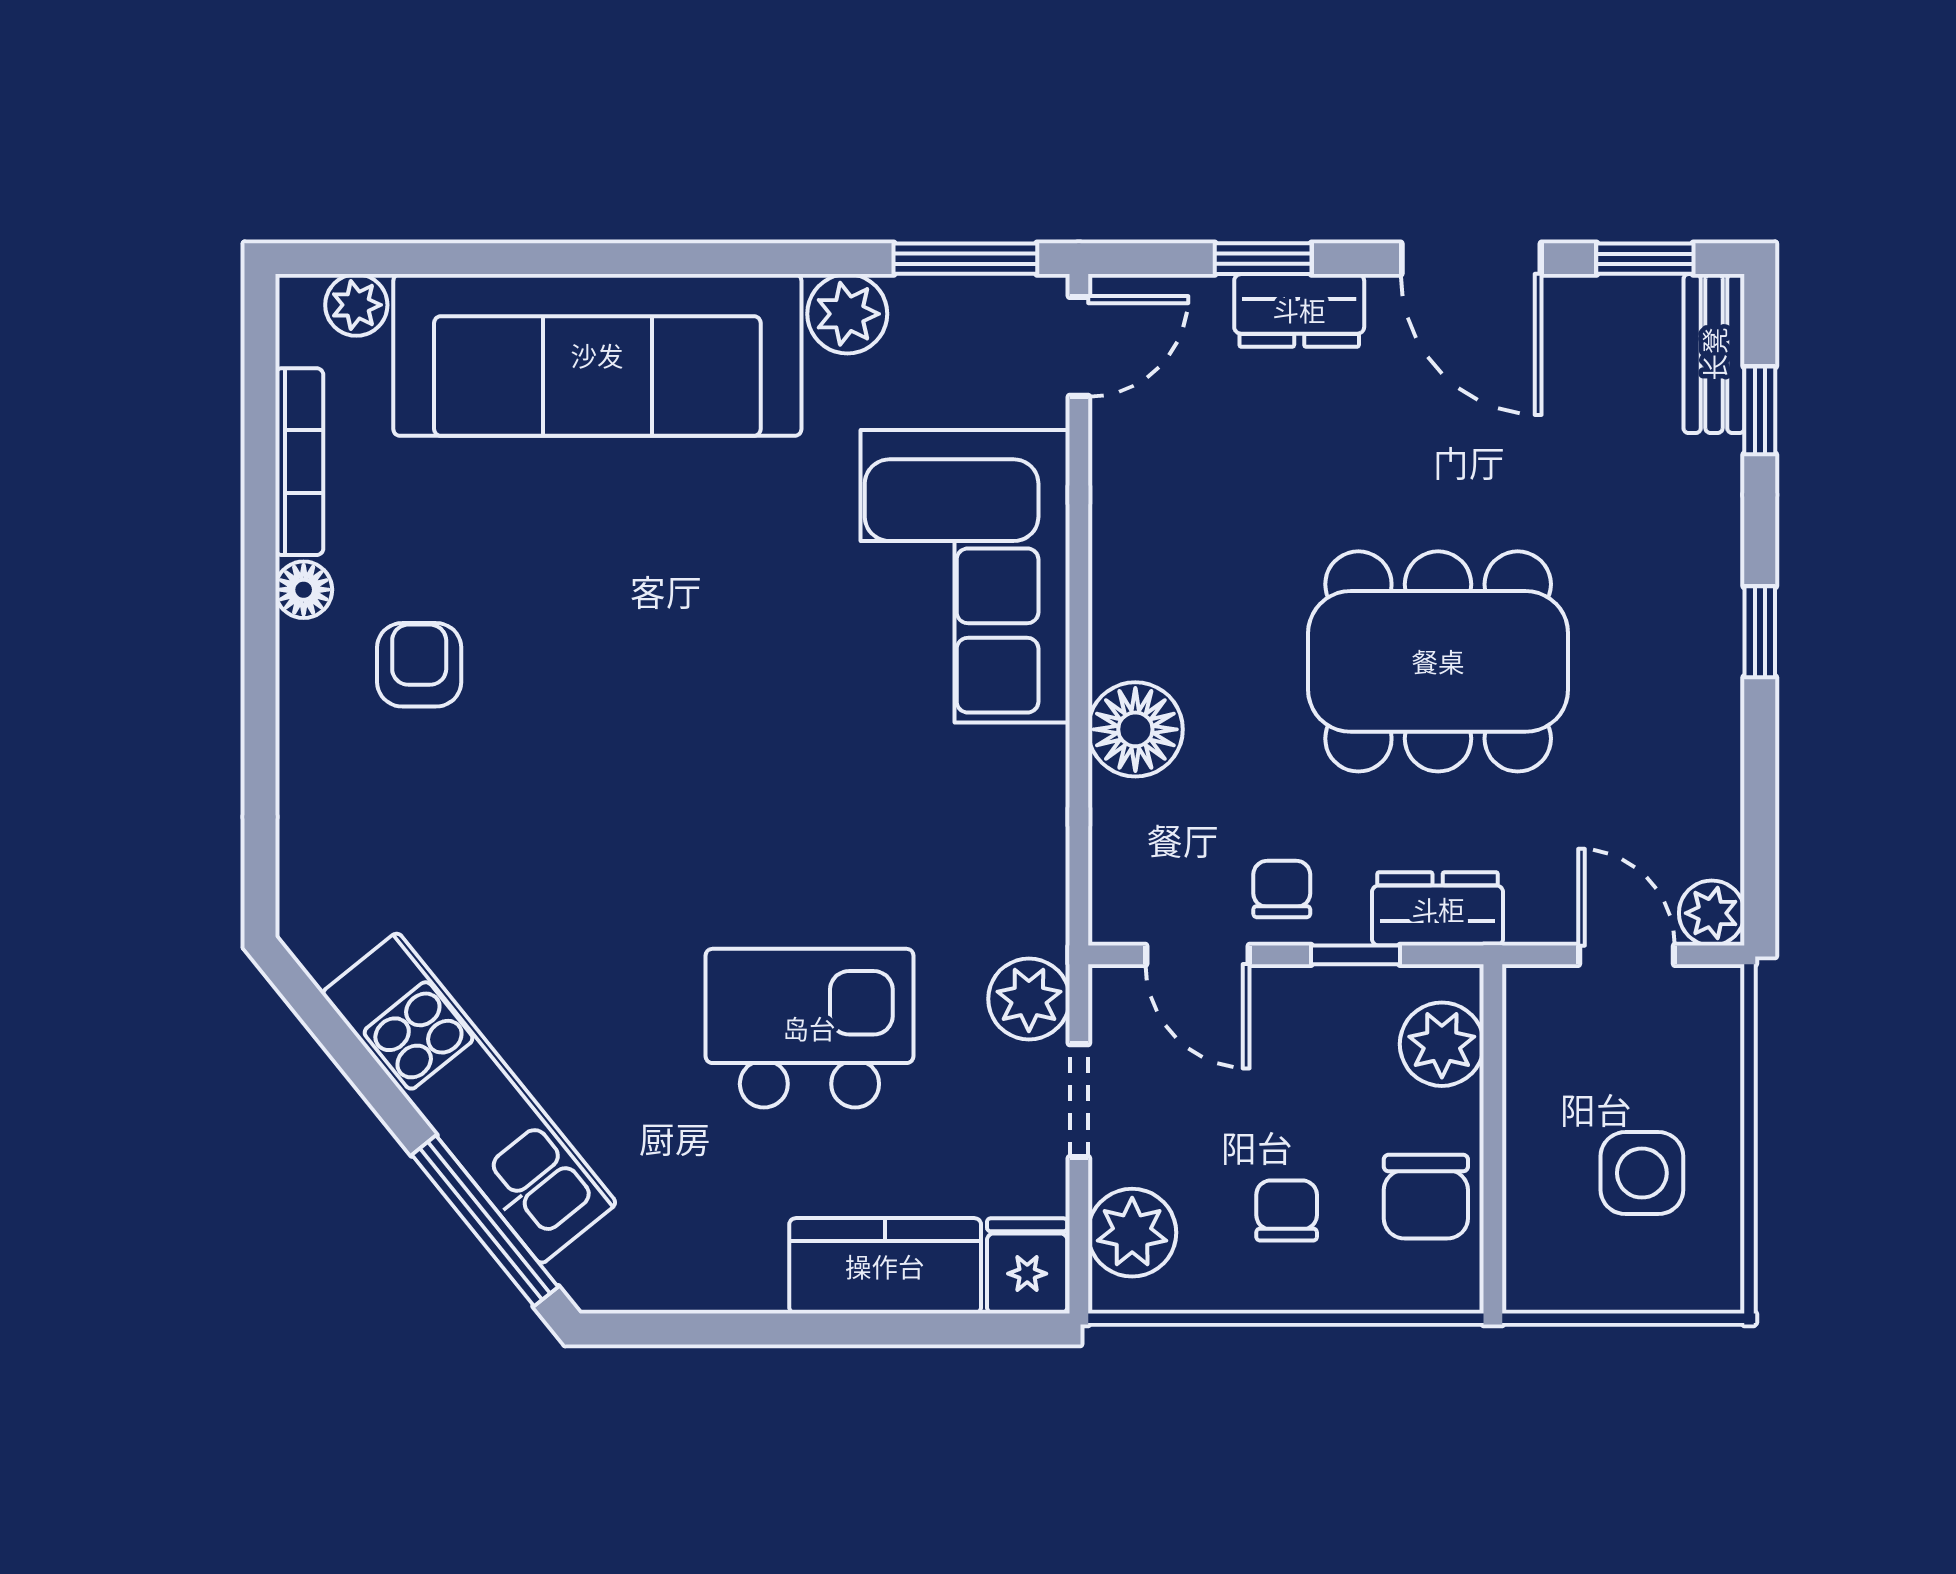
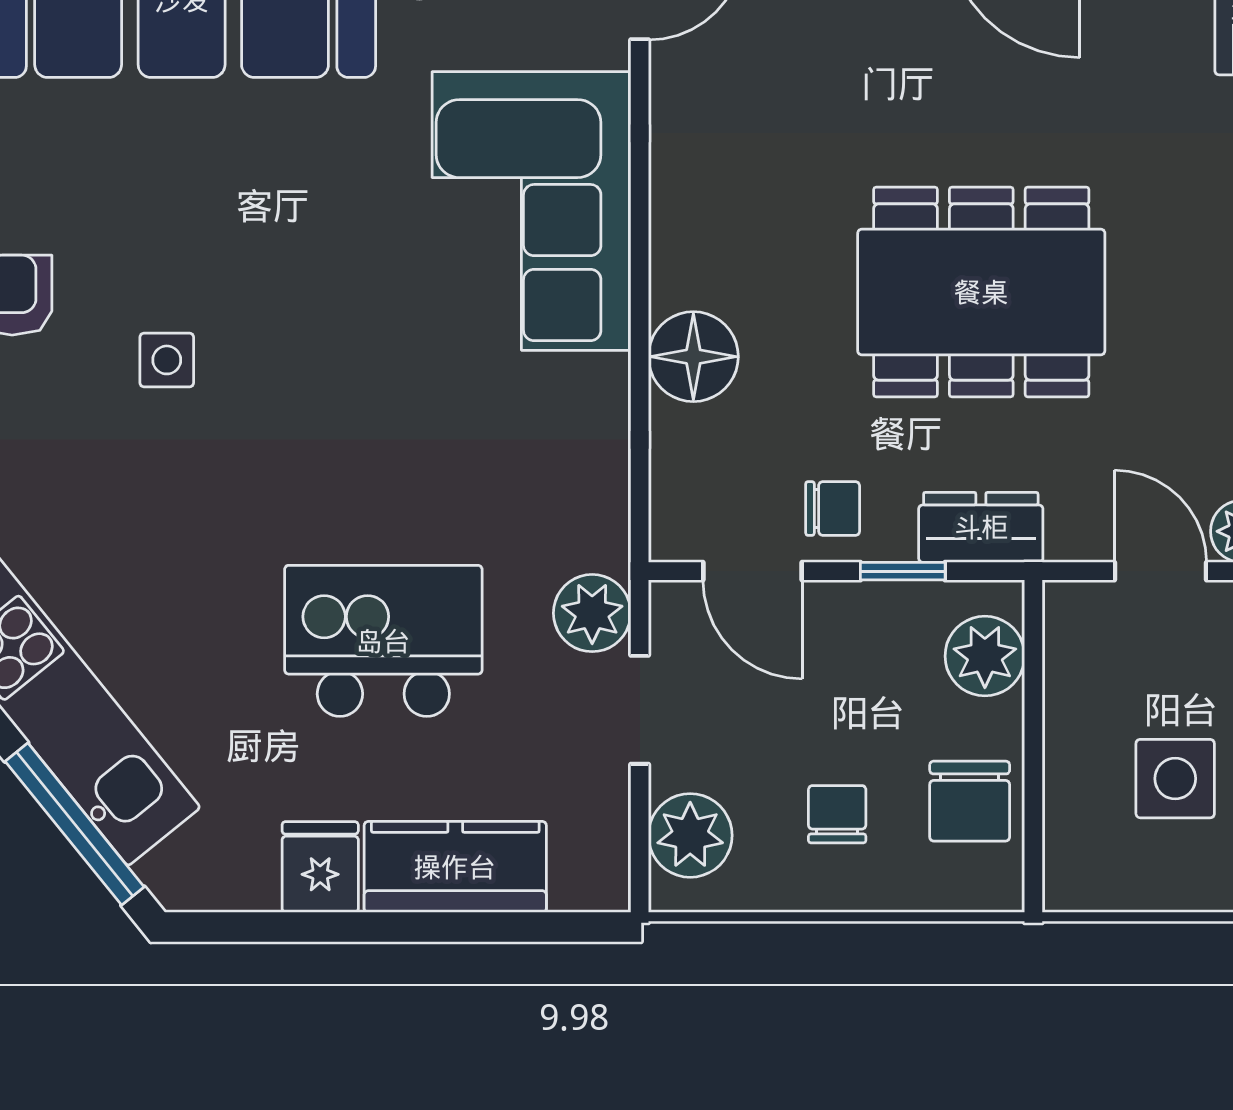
side table: (582, 733) -> (167, 360), added
chair: (1282, 889) -> (833, 508), turned 90
fridge: (1027, 1266) -> (320, 867), moved

